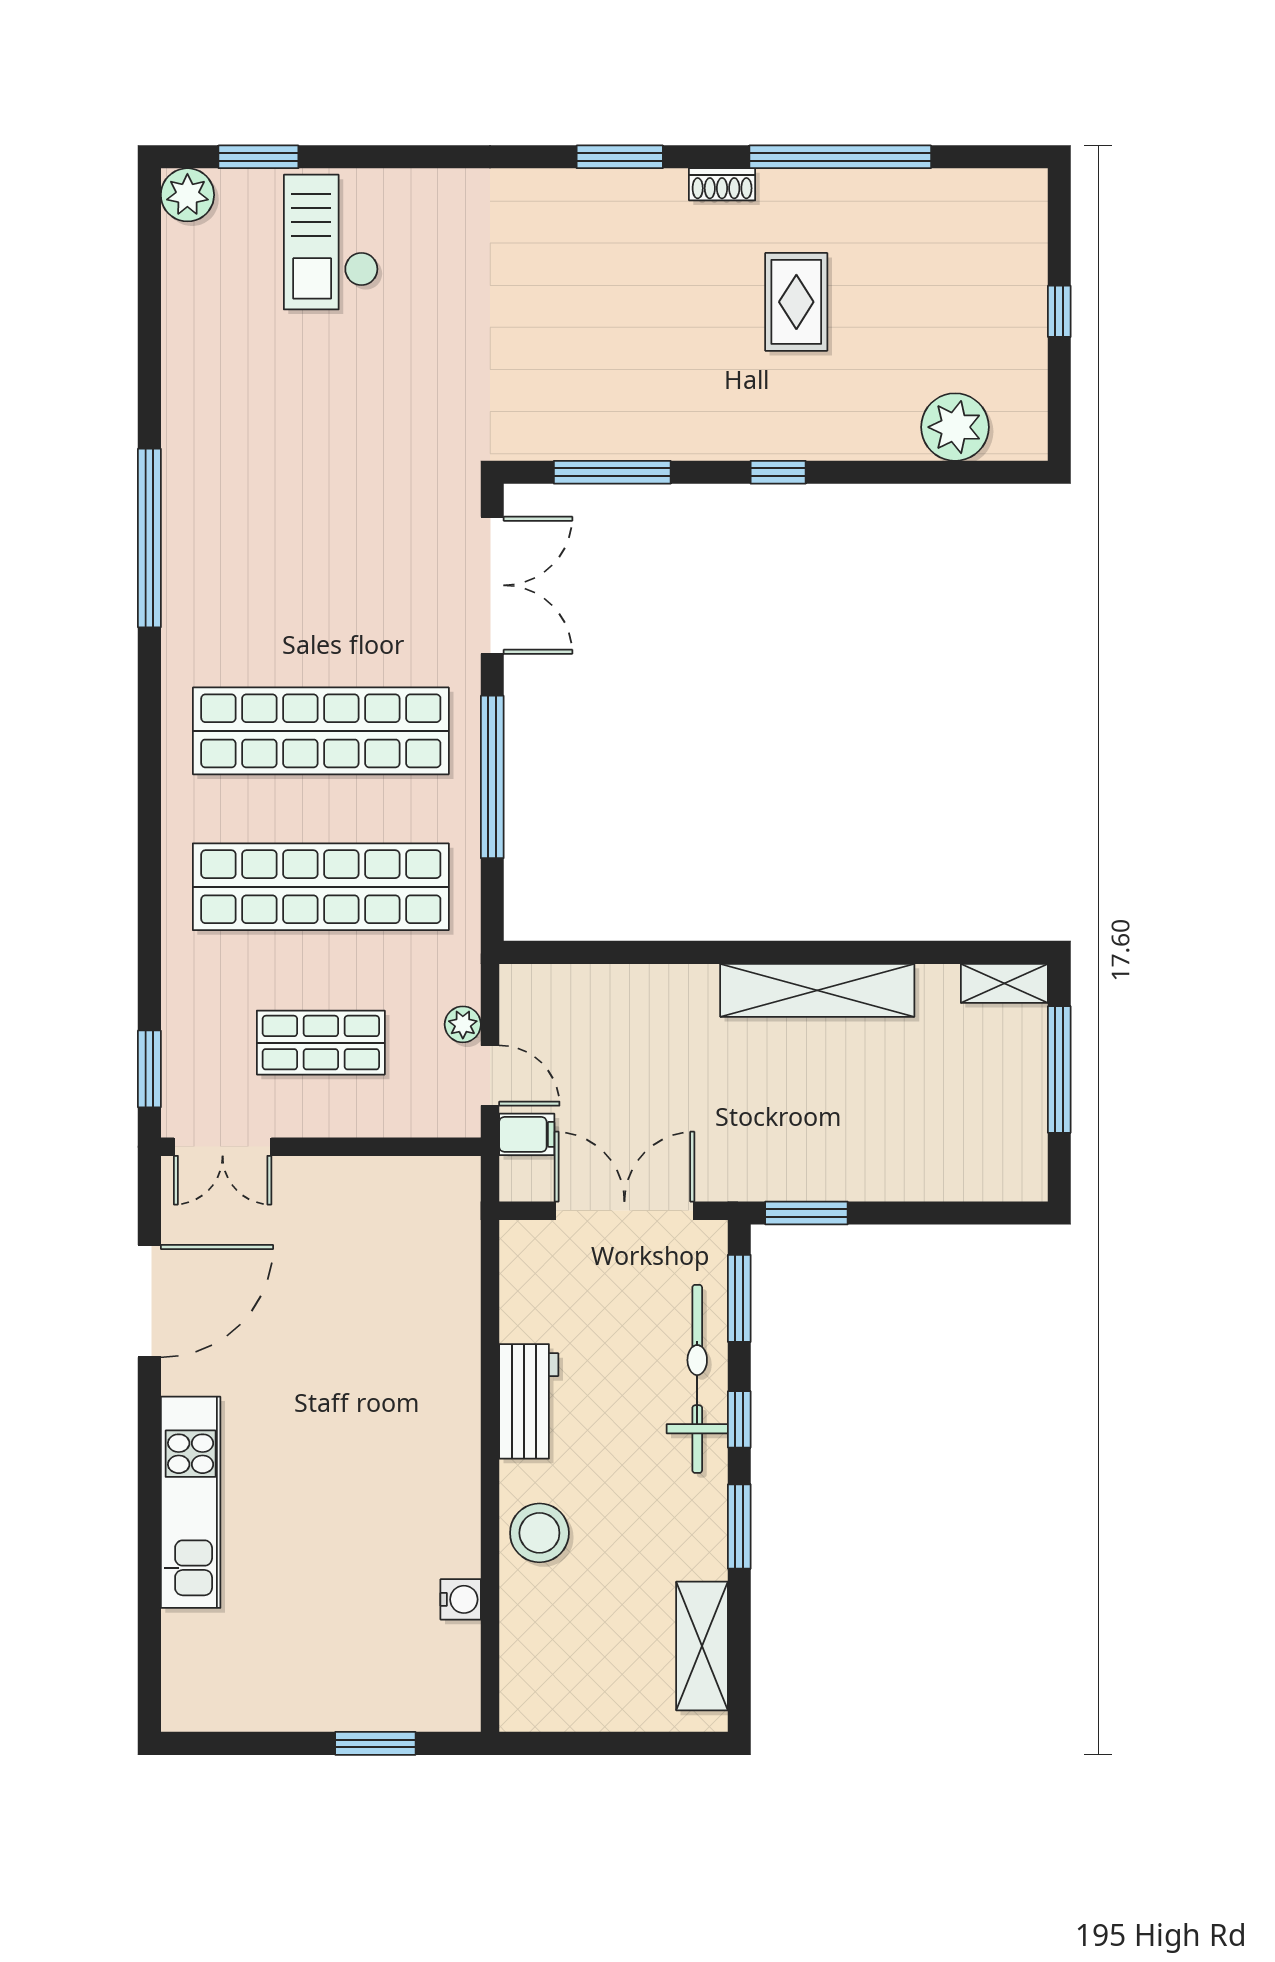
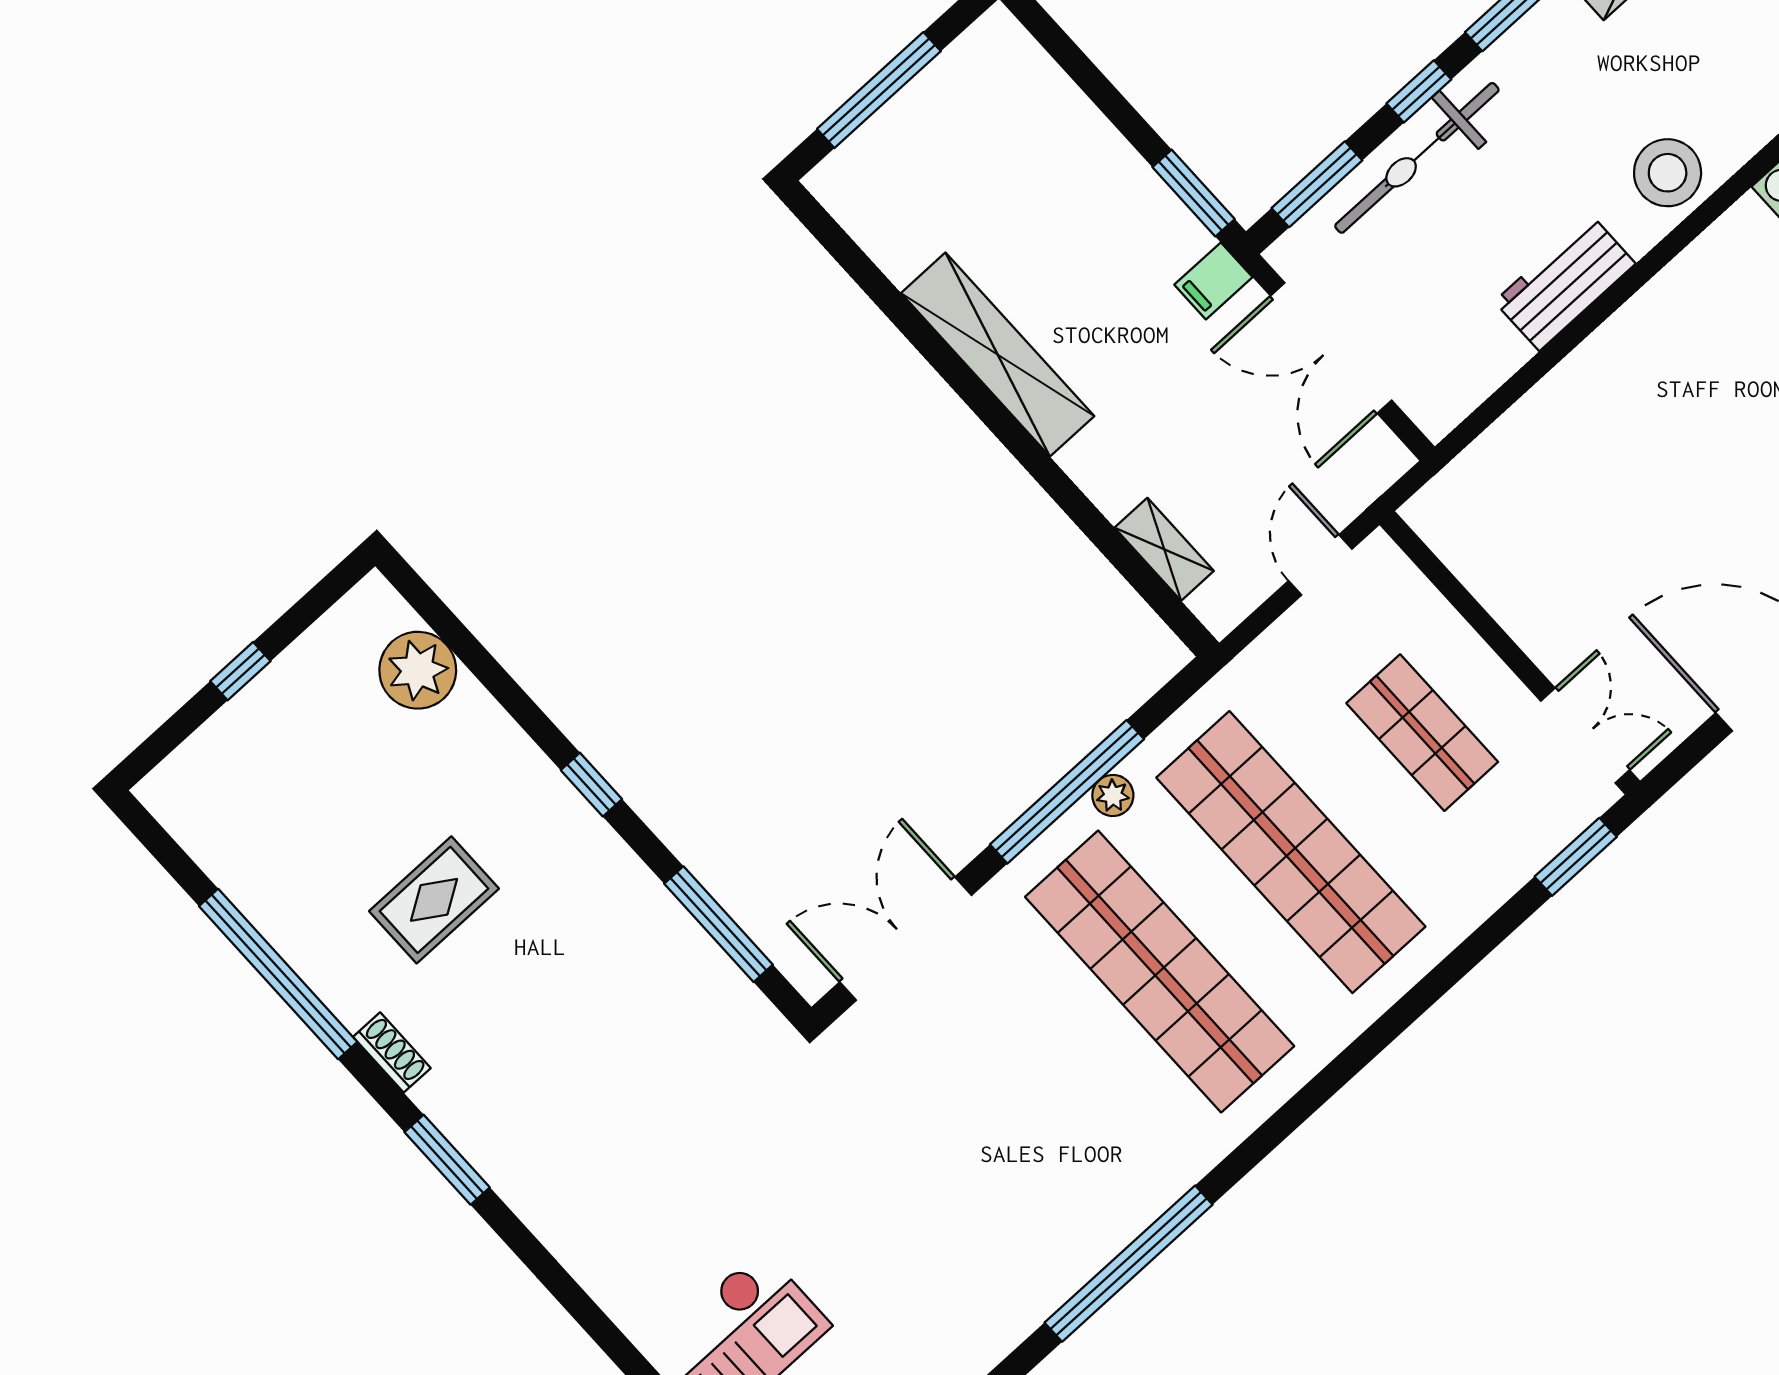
shelving: (1004, 983) -> (1164, 549), moved
plant: (463, 1024) -> (1113, 795), moved
filing cabinet: (527, 1134) -> (1213, 281), moved, turned -90

